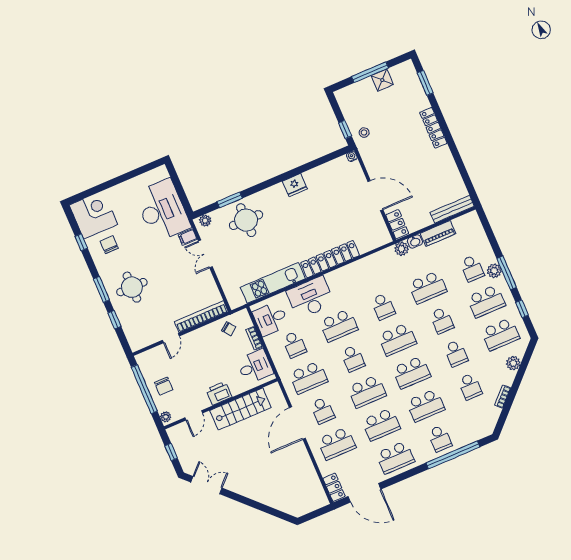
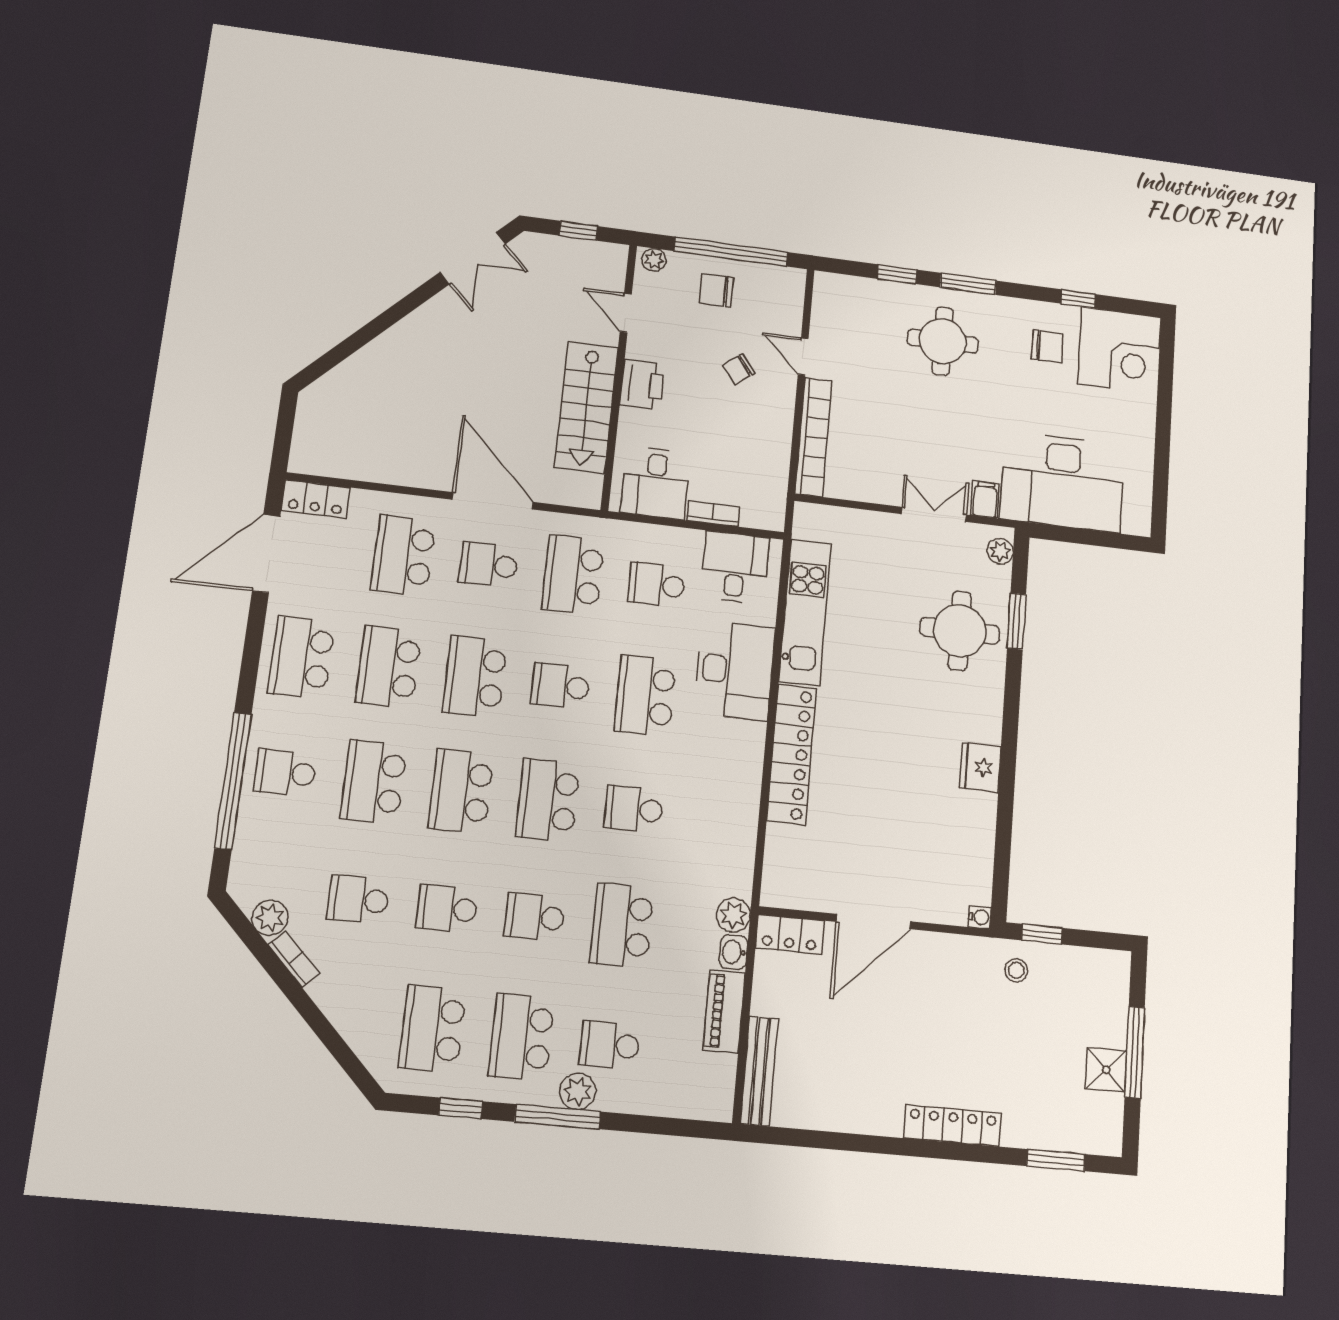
chair: (229, 329) -> (739, 369), moved
plant: (513, 363) -> (270, 918), moved

